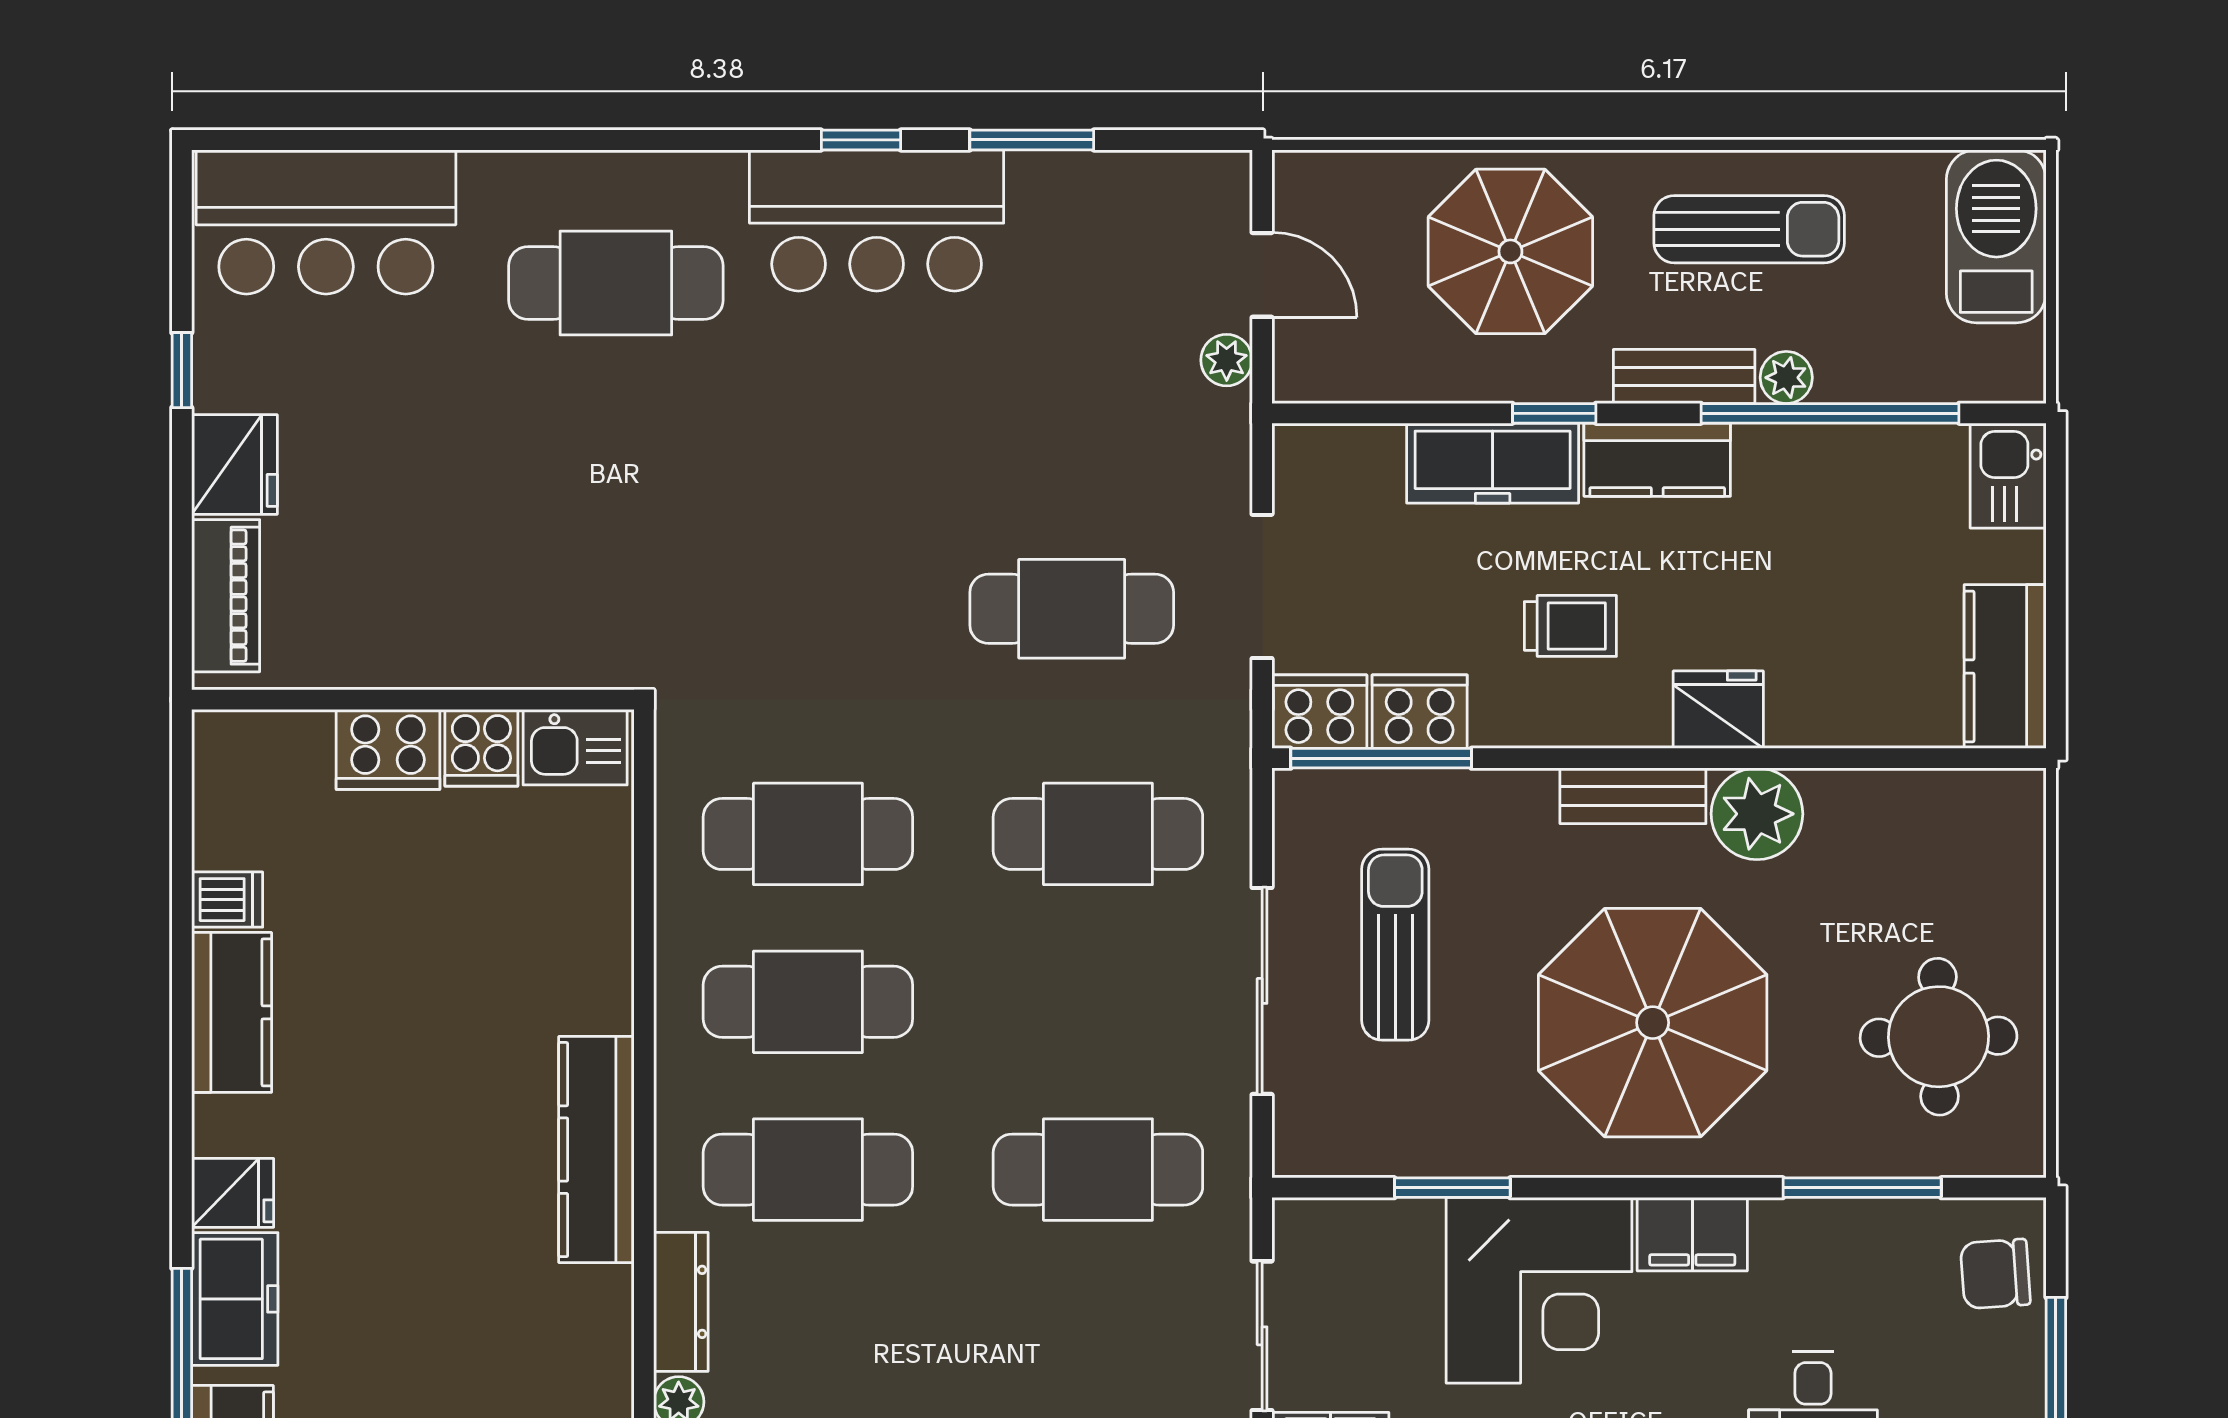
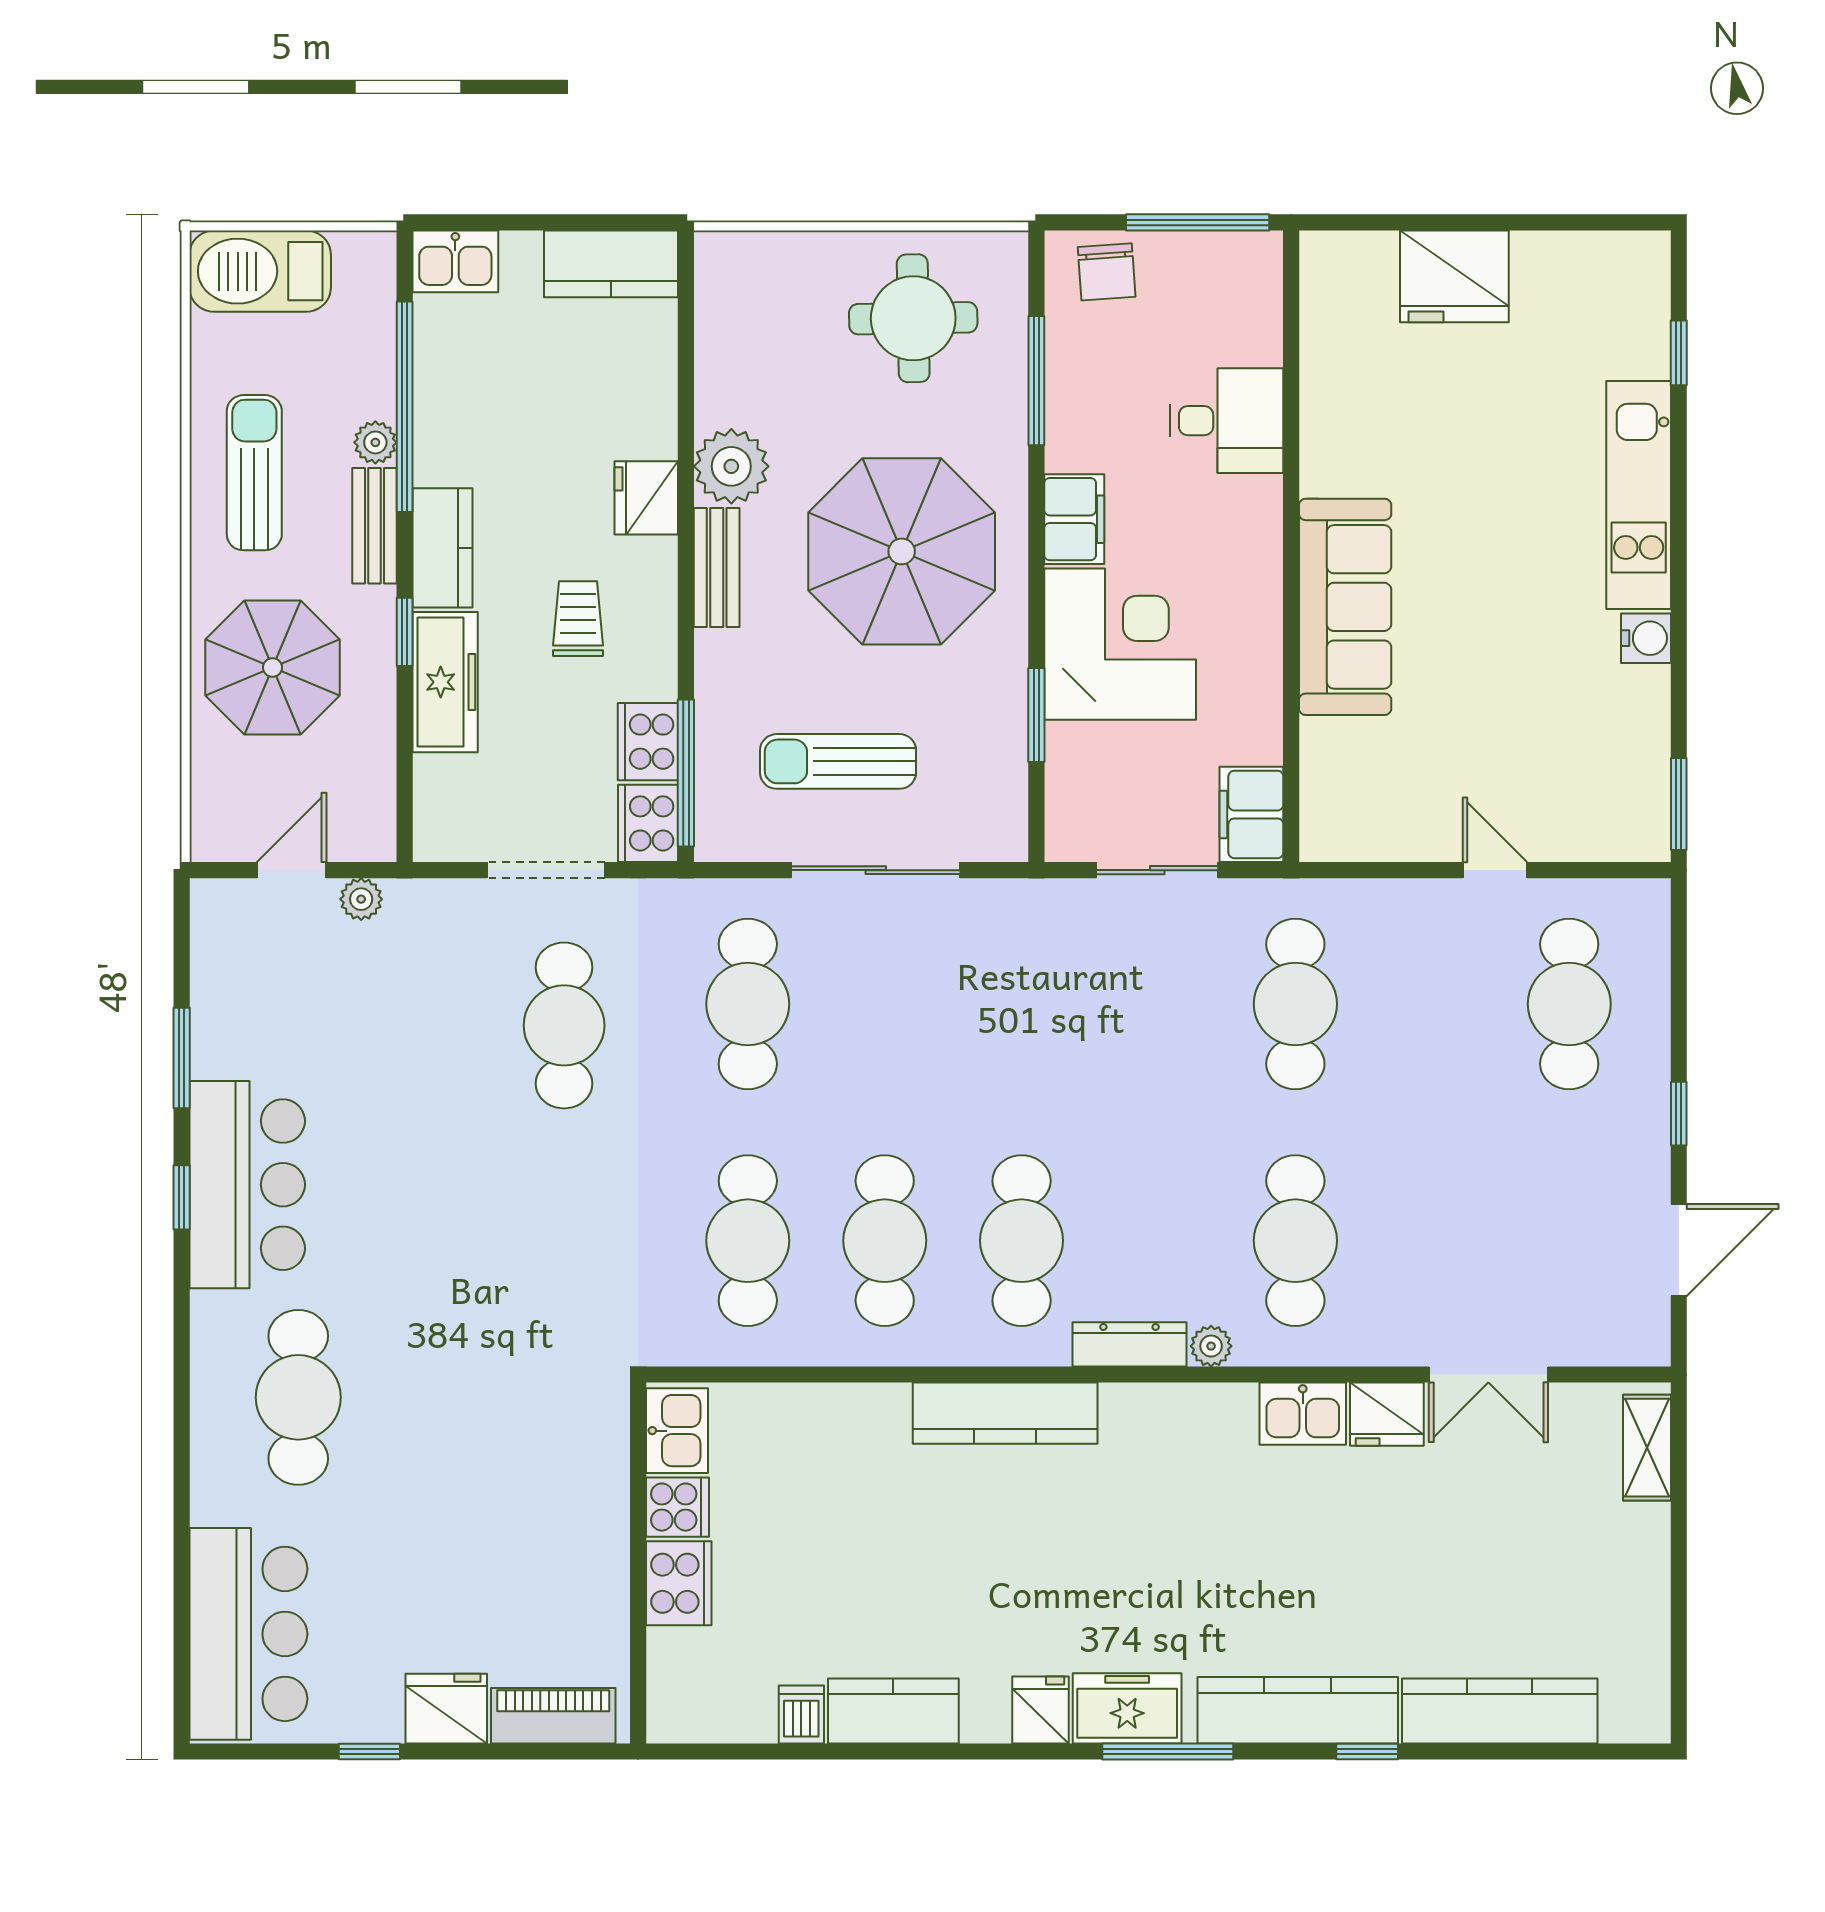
cafe table: (1098, 1170) -> (1022, 1004), removed

